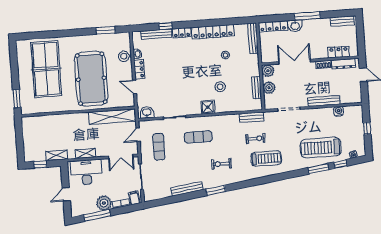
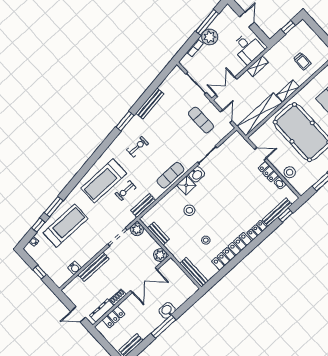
window: (165, 26) -> (285, 215), moved
locker: (273, 26) -> (185, 295), removed
plant: (269, 88) -> (137, 229), moved
washbasin: (147, 112) -> (197, 174), moved
trolley: (50, 131) -> (302, 61), added
exercise mat: (198, 137) -> (170, 175), moved
shelving: (57, 155) -> (288, 91), moved
treadmill: (266, 158) -> (104, 181), width x1.37, depth x1.38
desk: (86, 172) -> (248, 48), width x0.73
filing cabinet: (134, 198) -> (188, 61), removed

